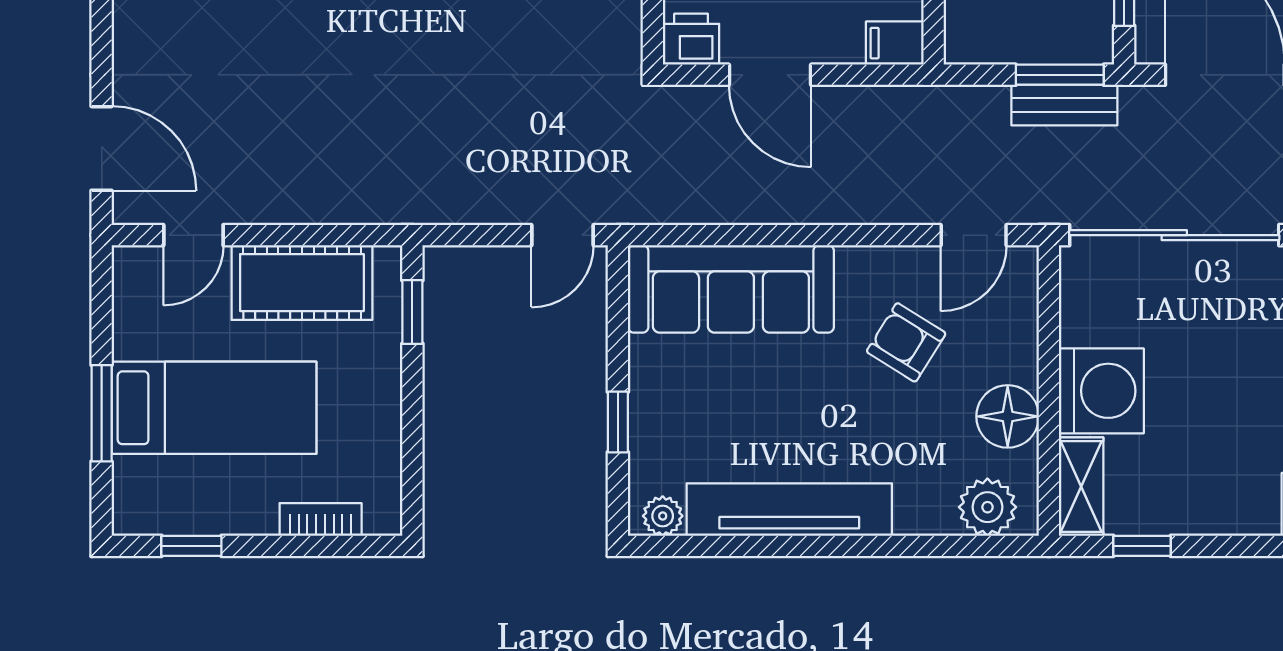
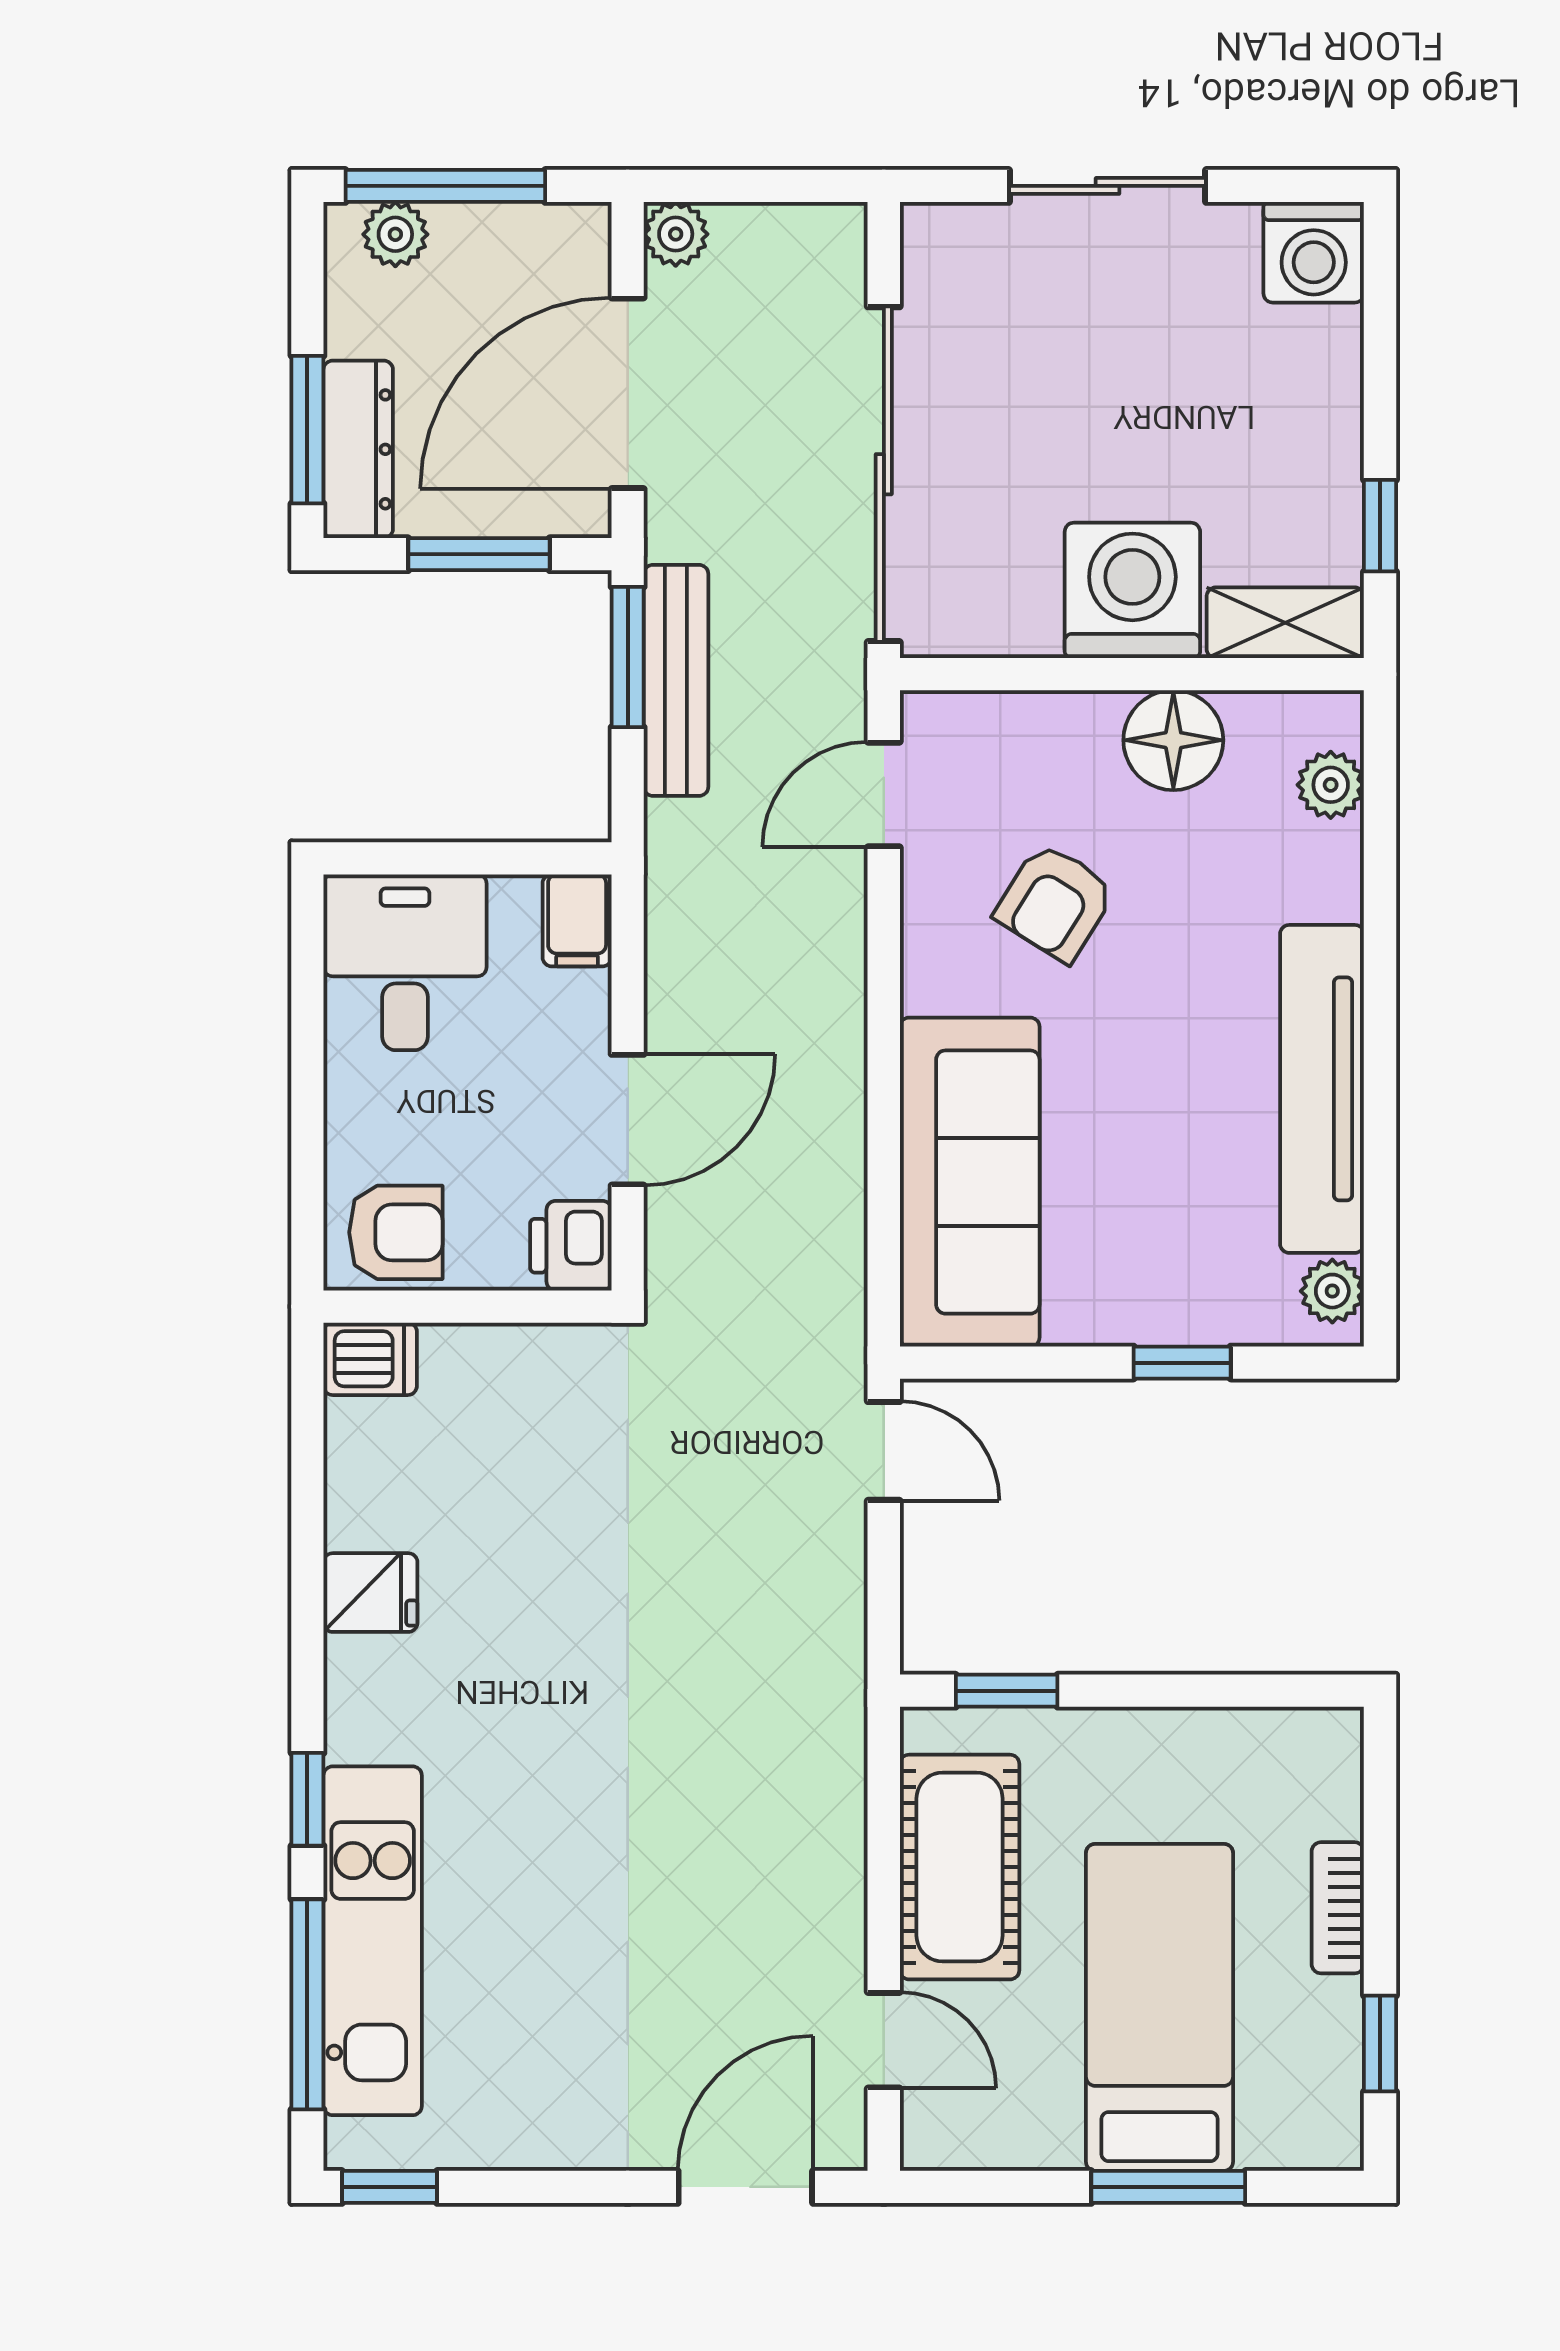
bench: (1064, 105) -> (676, 680), width x1.36
door: (974, 235) -> (884, 794), swing flipped
plant: (987, 507) -> (1331, 785), width x0.73, depth x0.73
bookcase: (321, 519) -> (1338, 1908), moved

